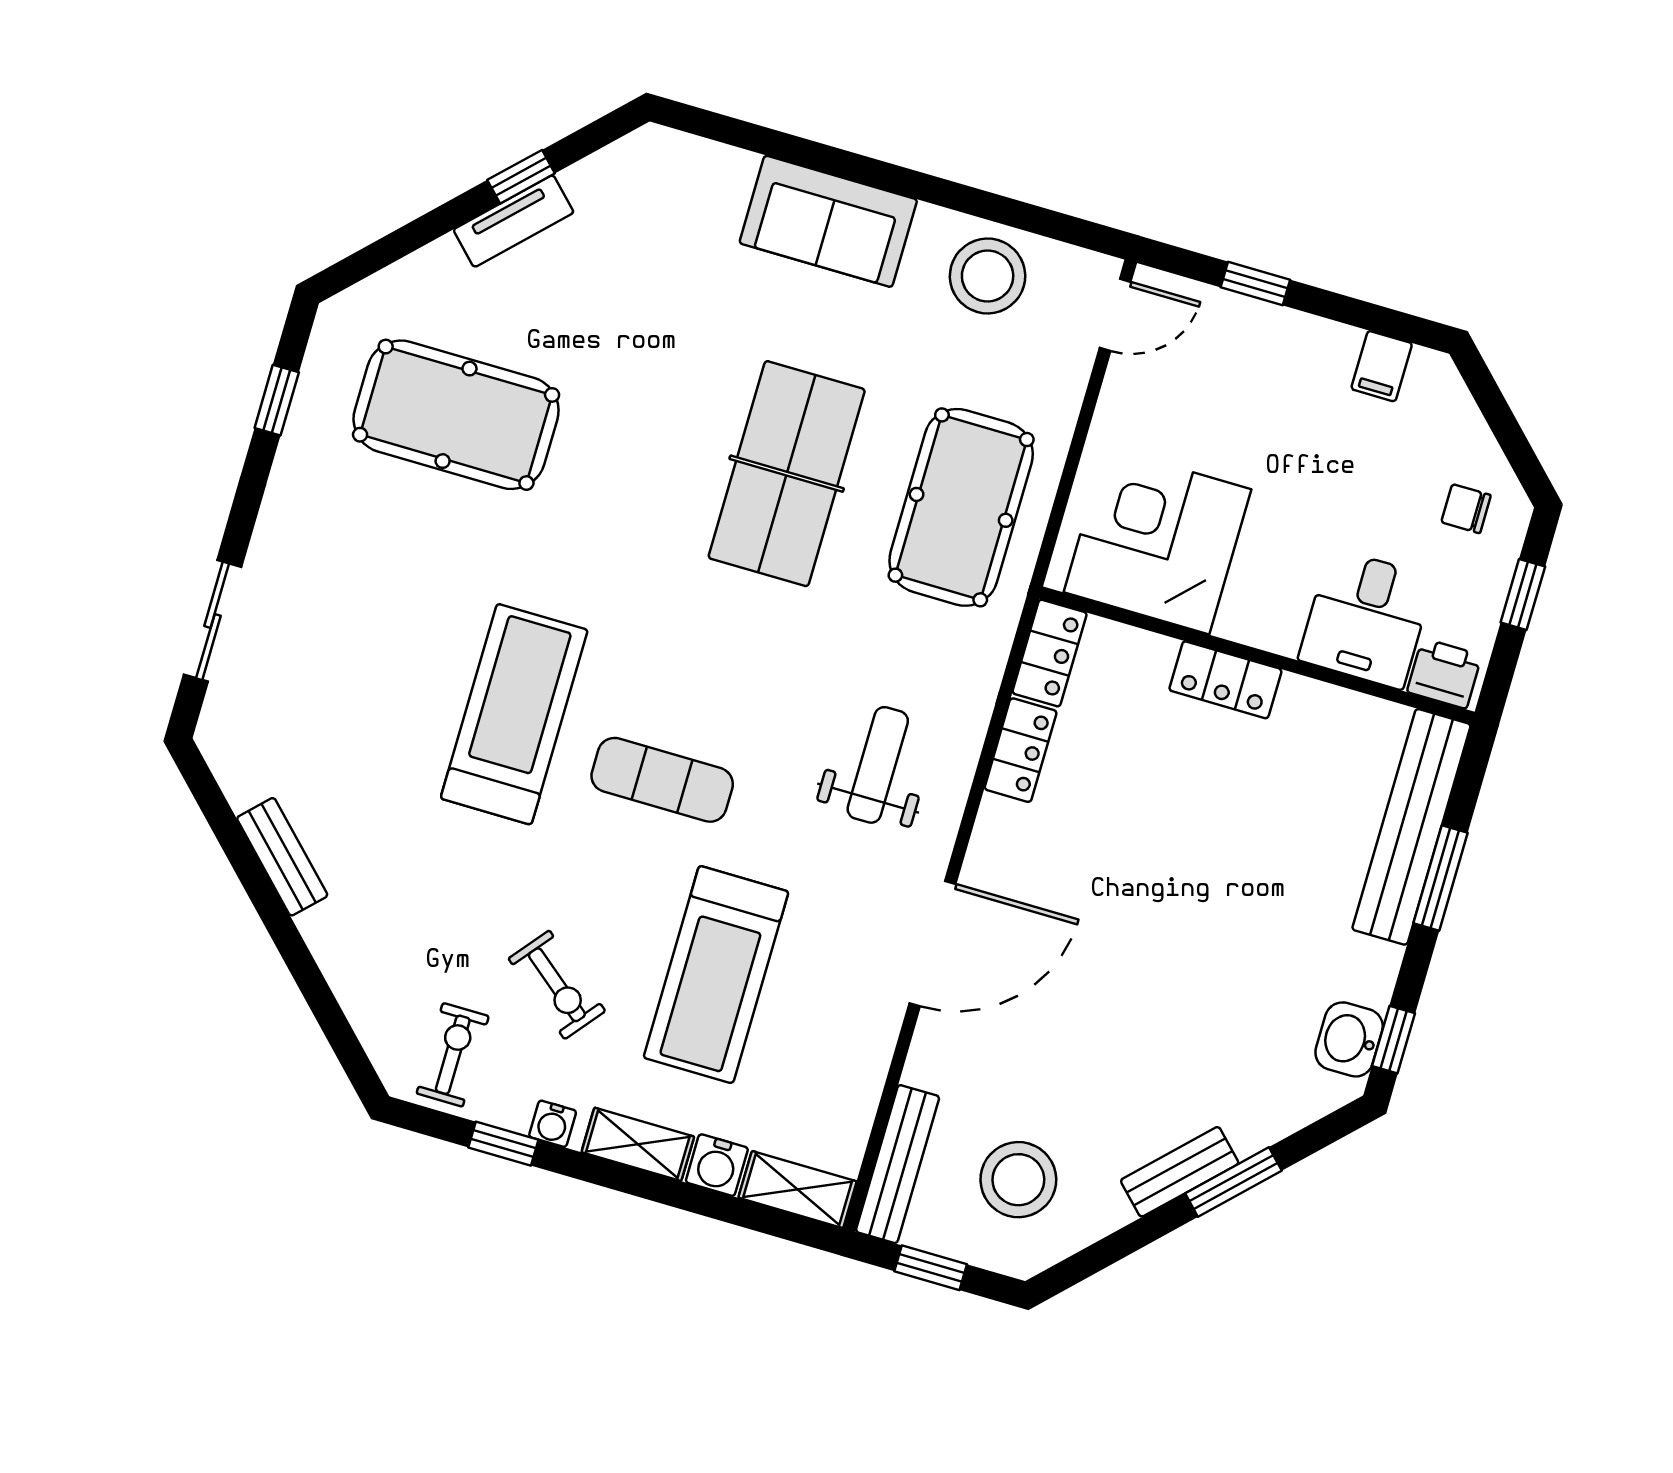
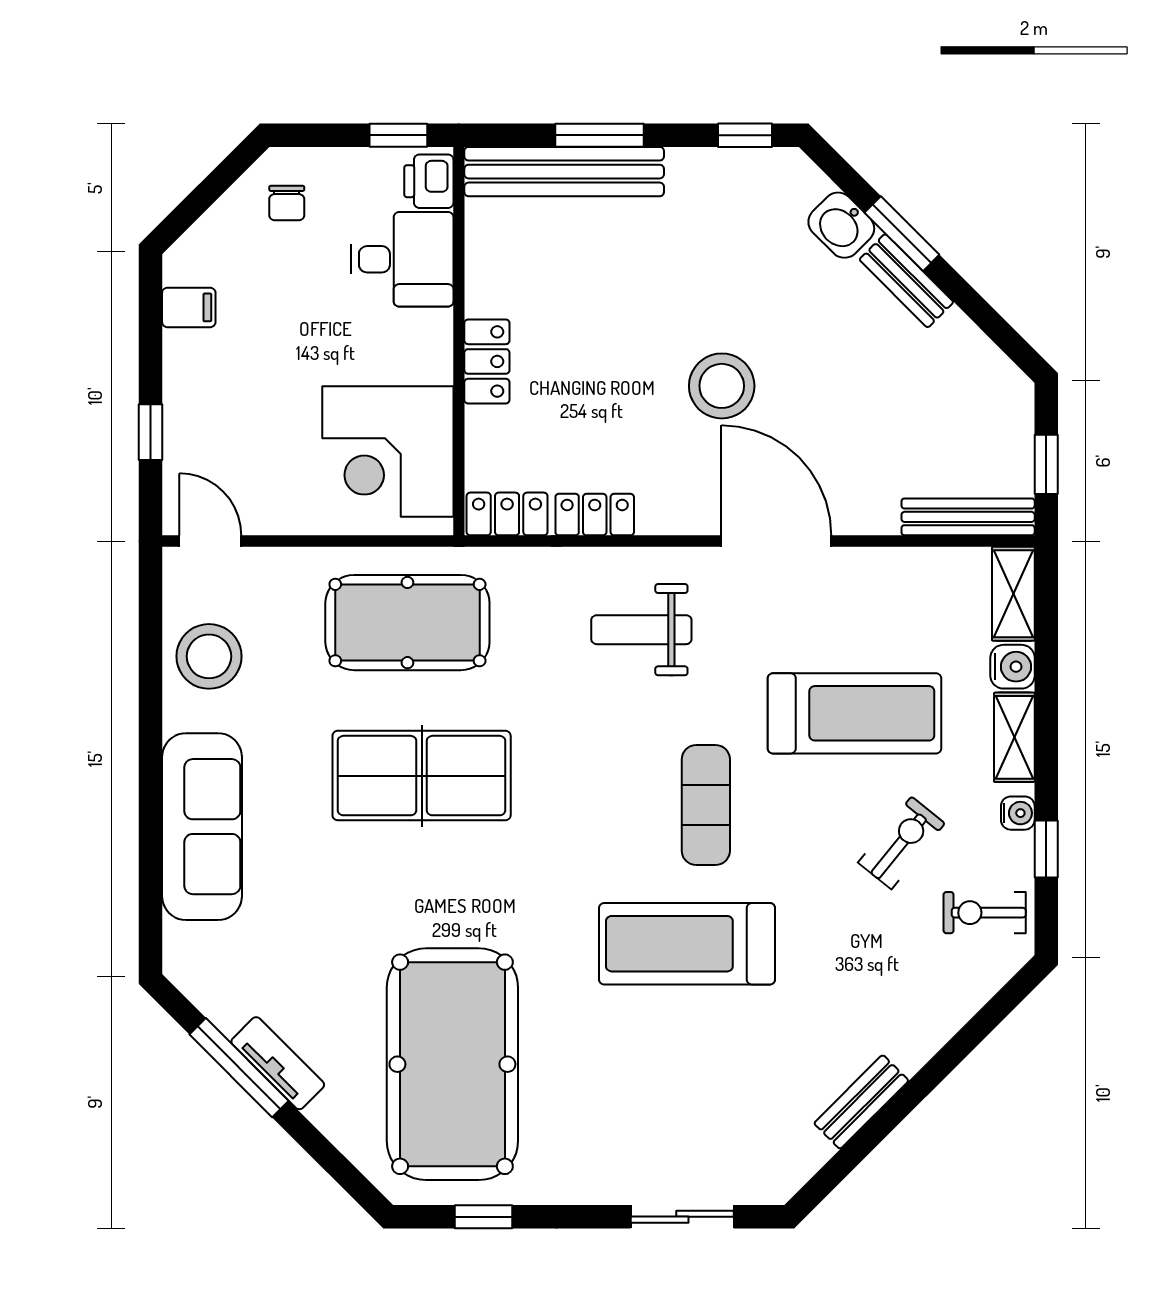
window: (521, 177) -> (239, 1068), width x2.17
sofa: (828, 221) -> (202, 827), width x1.36
pool table: (456, 415) -> (452, 1064), width x1.36, depth x1.32
window: (1523, 594) -> (398, 135), moved
washbasin: (1349, 1039) -> (841, 225), moved, turned 45
stool: (1018, 1180) -> (722, 386), moved

